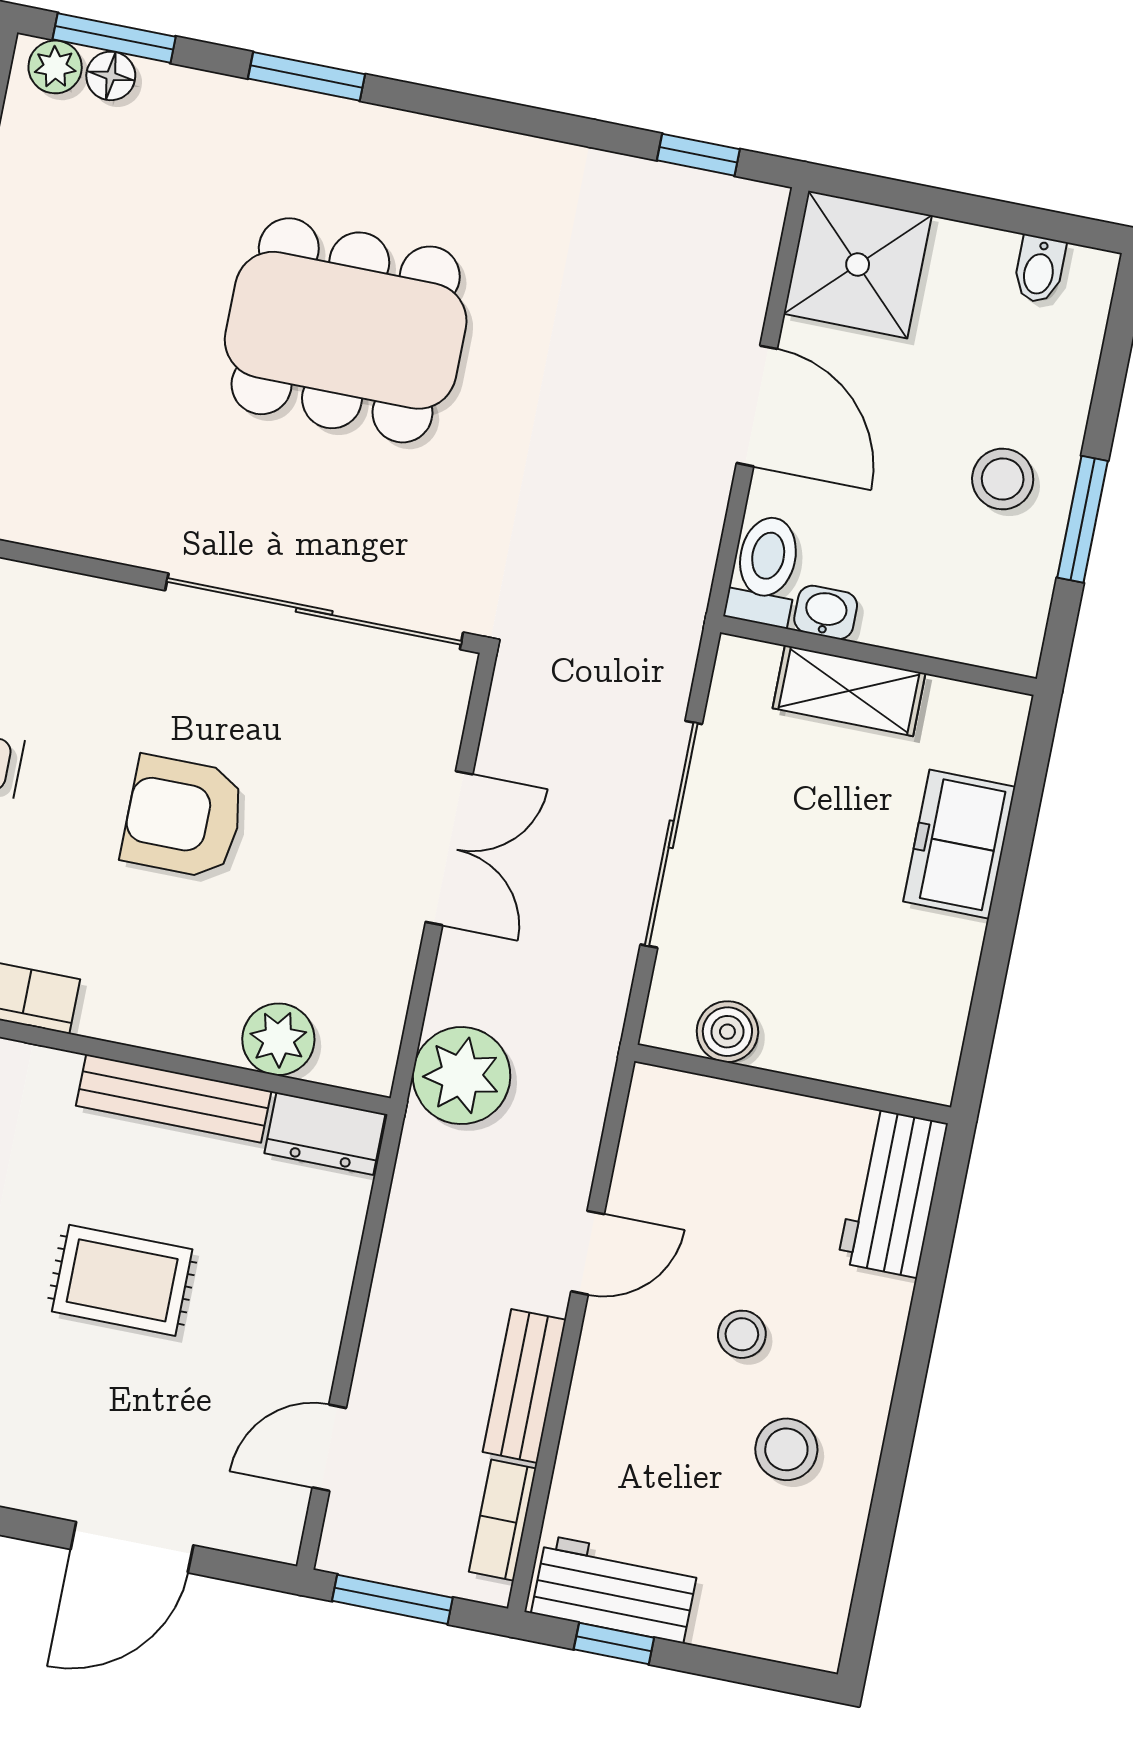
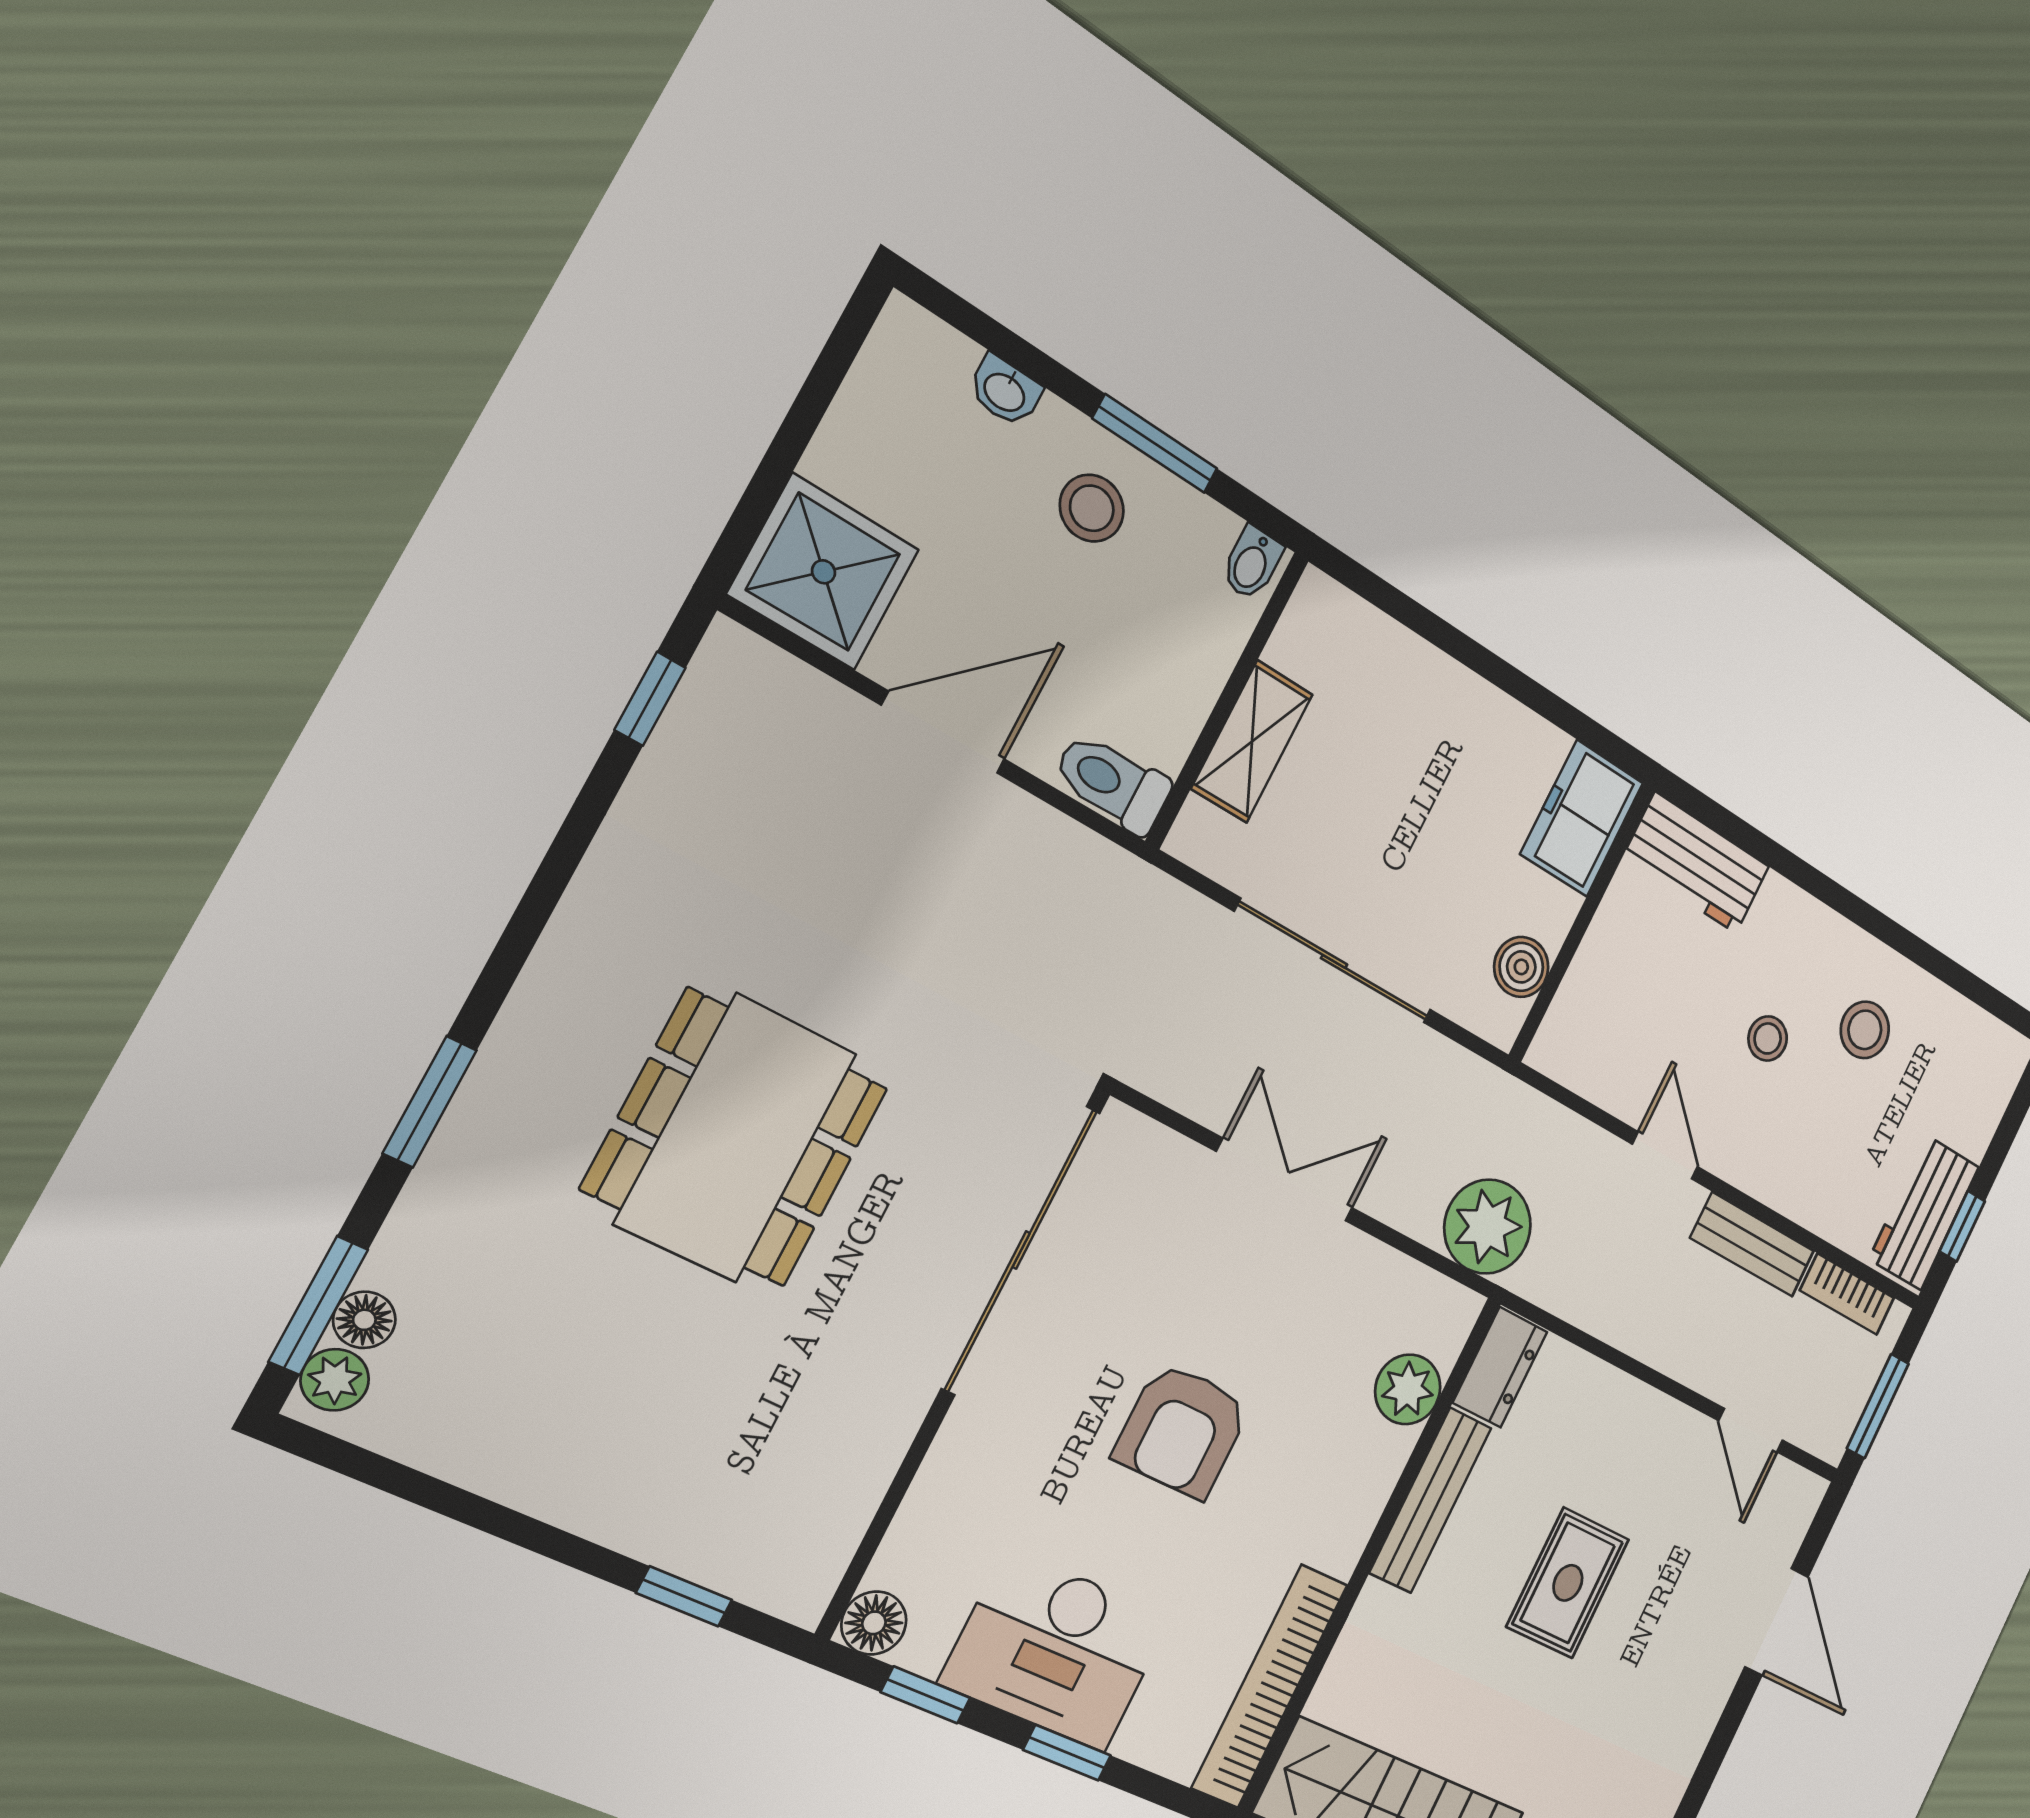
bidet: (1039, 269) -> (1252, 563), moved, turned 90
washbasin: (826, 612) -> (1005, 391), moved, turned -90
freezer: (959, 844) -> (1582, 818), moved, turned 90

